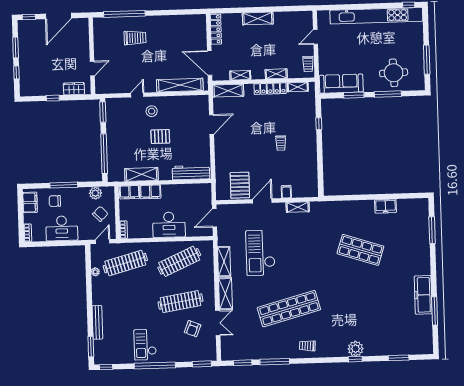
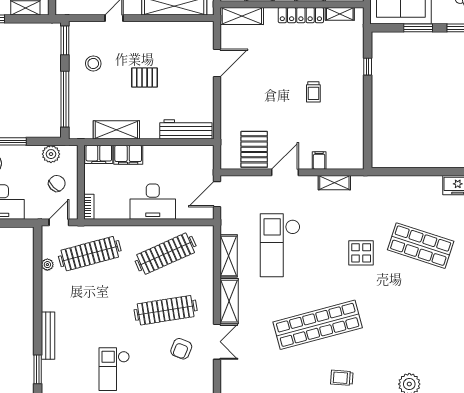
stool: (152, 111) -> (93, 63), moved
display table: (318, 256) -> (361, 253), added

